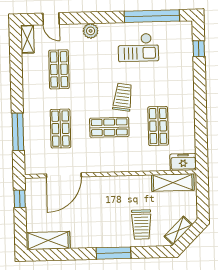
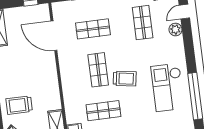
plant: (91, 31) -> (175, 29), moved
checkout: (138, 47) -> (168, 87), width x1.36, depth x1.21
shop shelf: (59, 69) -> (143, 23), turned 90

